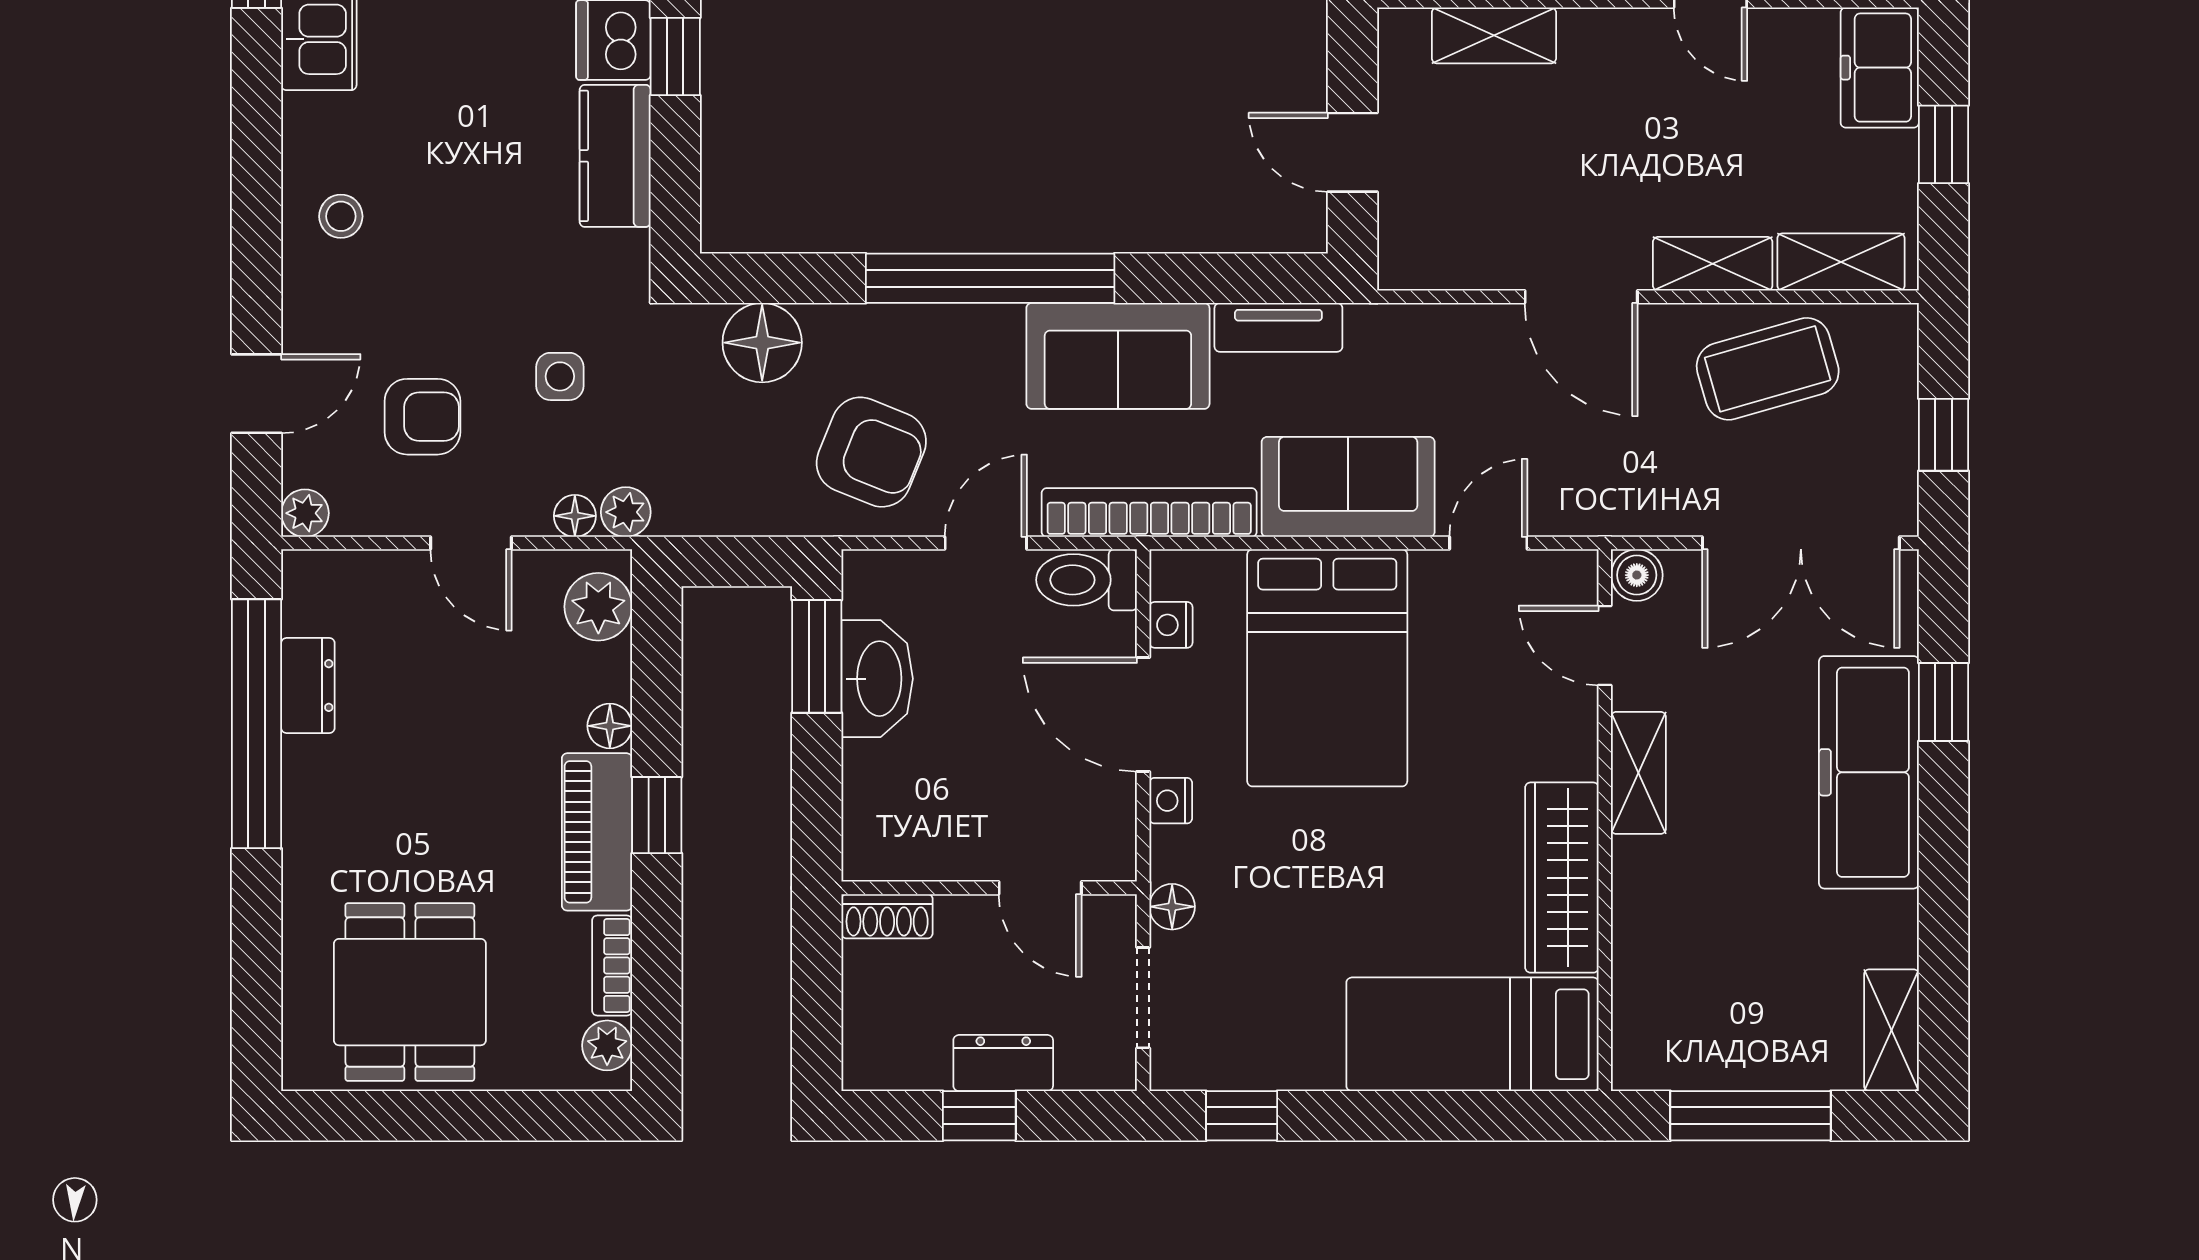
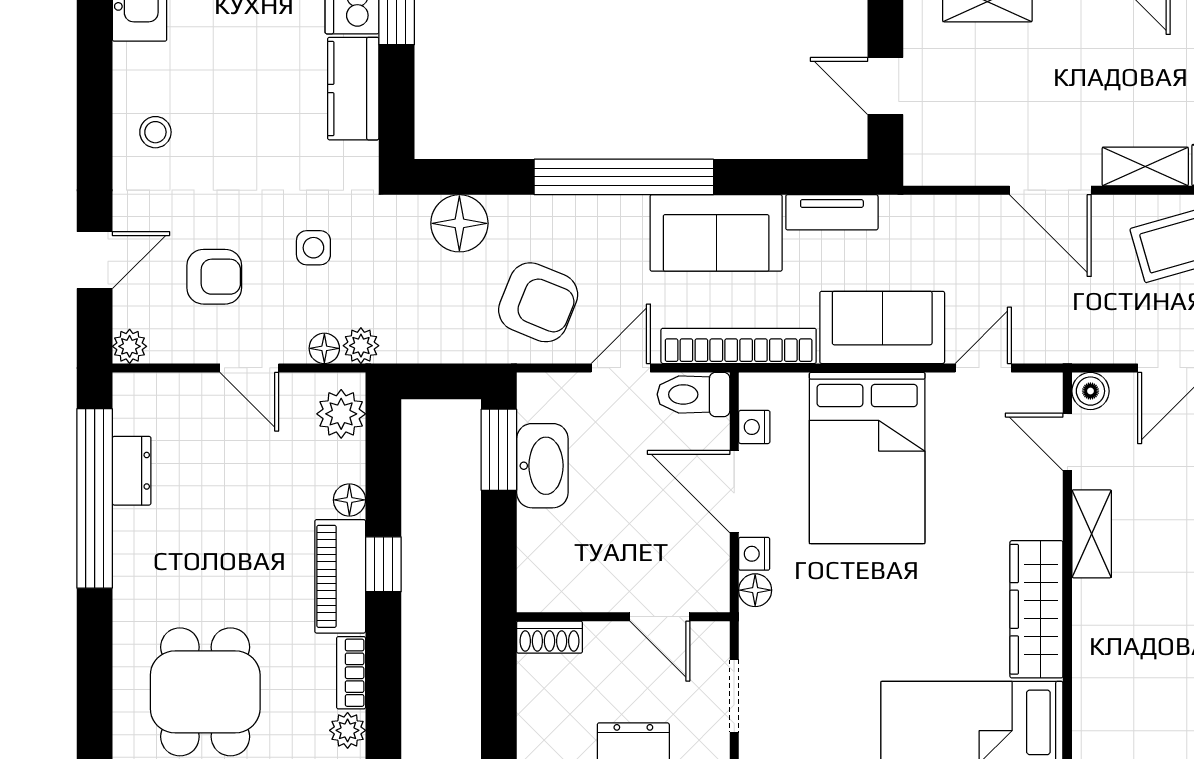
floor lamp: (1172, 907) -> (755, 590), moved

